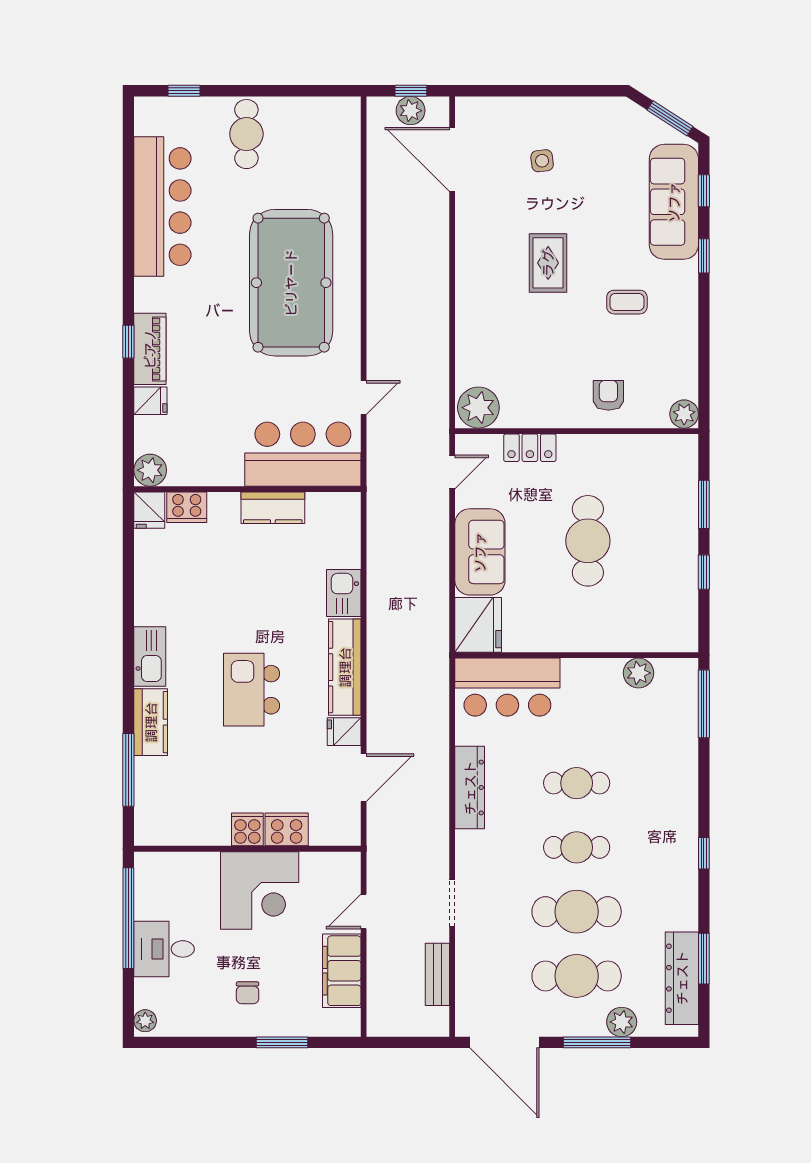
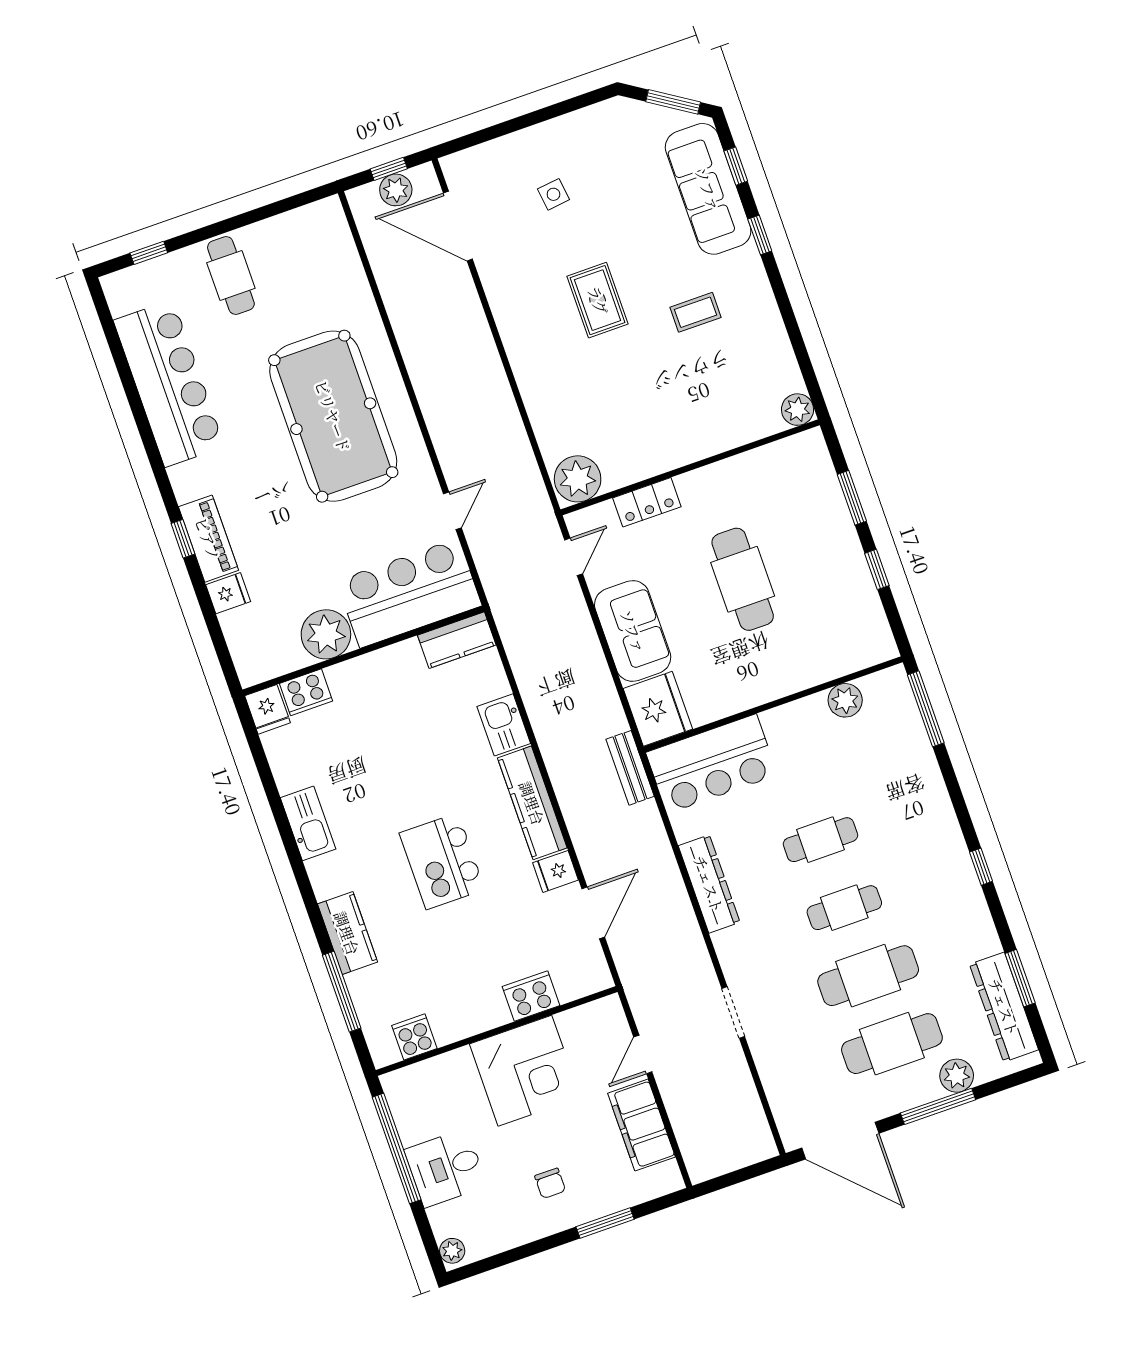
armchair: (608, 395) -> (711, 418), removed
plant: (150, 470) -> (326, 634), moved, width x1.36, depth x1.36
kitchen counter: (273, 508) -> (457, 640), moved
kitchen sink: (150, 657) -> (308, 823), moved
cooker: (247, 829) -> (414, 1037), moved
bench: (437, 974) -> (630, 768), moved

